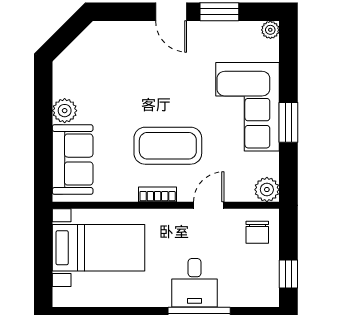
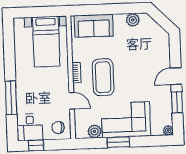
plant: (65, 111) -> (133, 20), moved
plant: (267, 190) -> (95, 131), moved
desk: (194, 283) -> (30, 127), moved, turned -90

